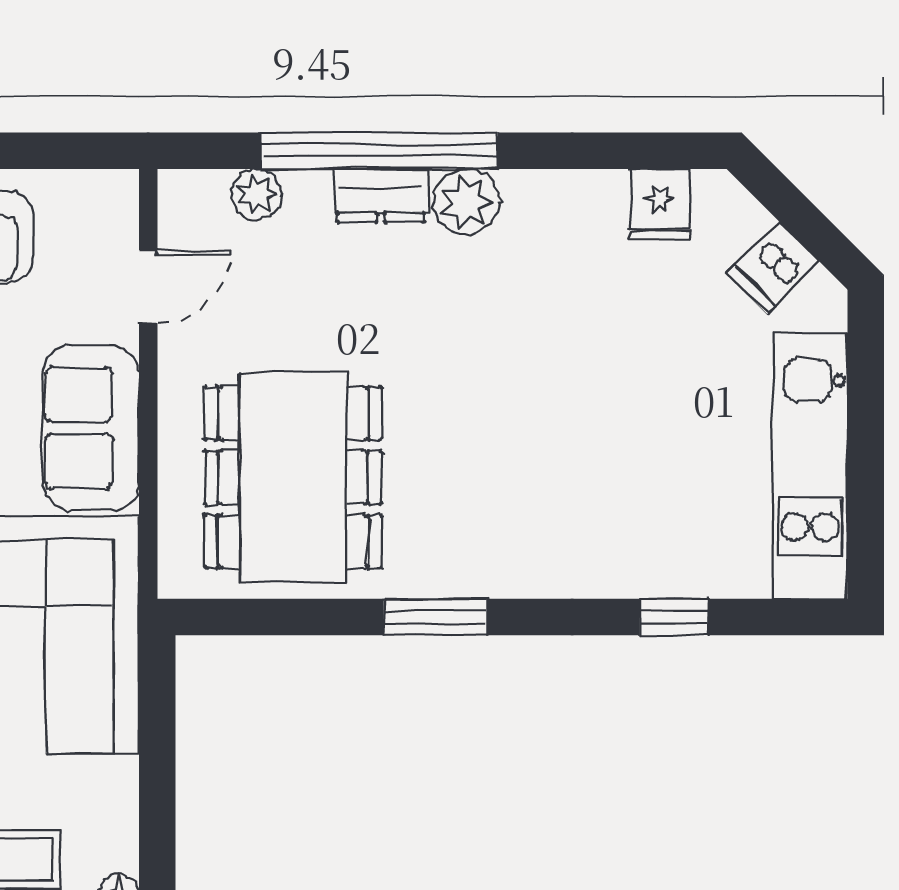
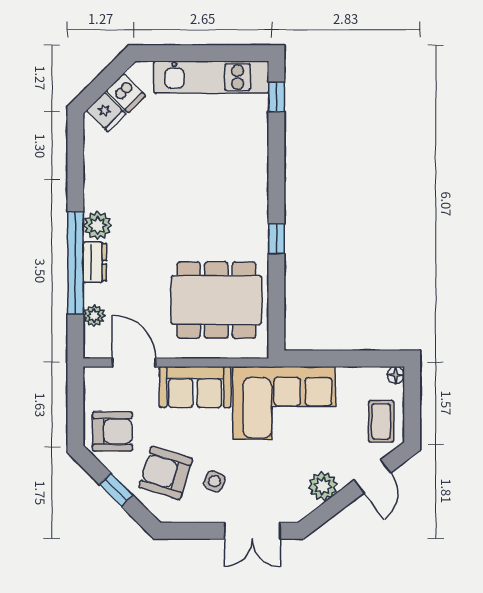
fridge: (660, 205) -> (106, 112), moved, turned 45
door: (148, 286) -> (134, 362), width x1.38
window: (435, 617) -> (276, 239), width x0.67
window: (674, 617) -> (276, 97), moved

